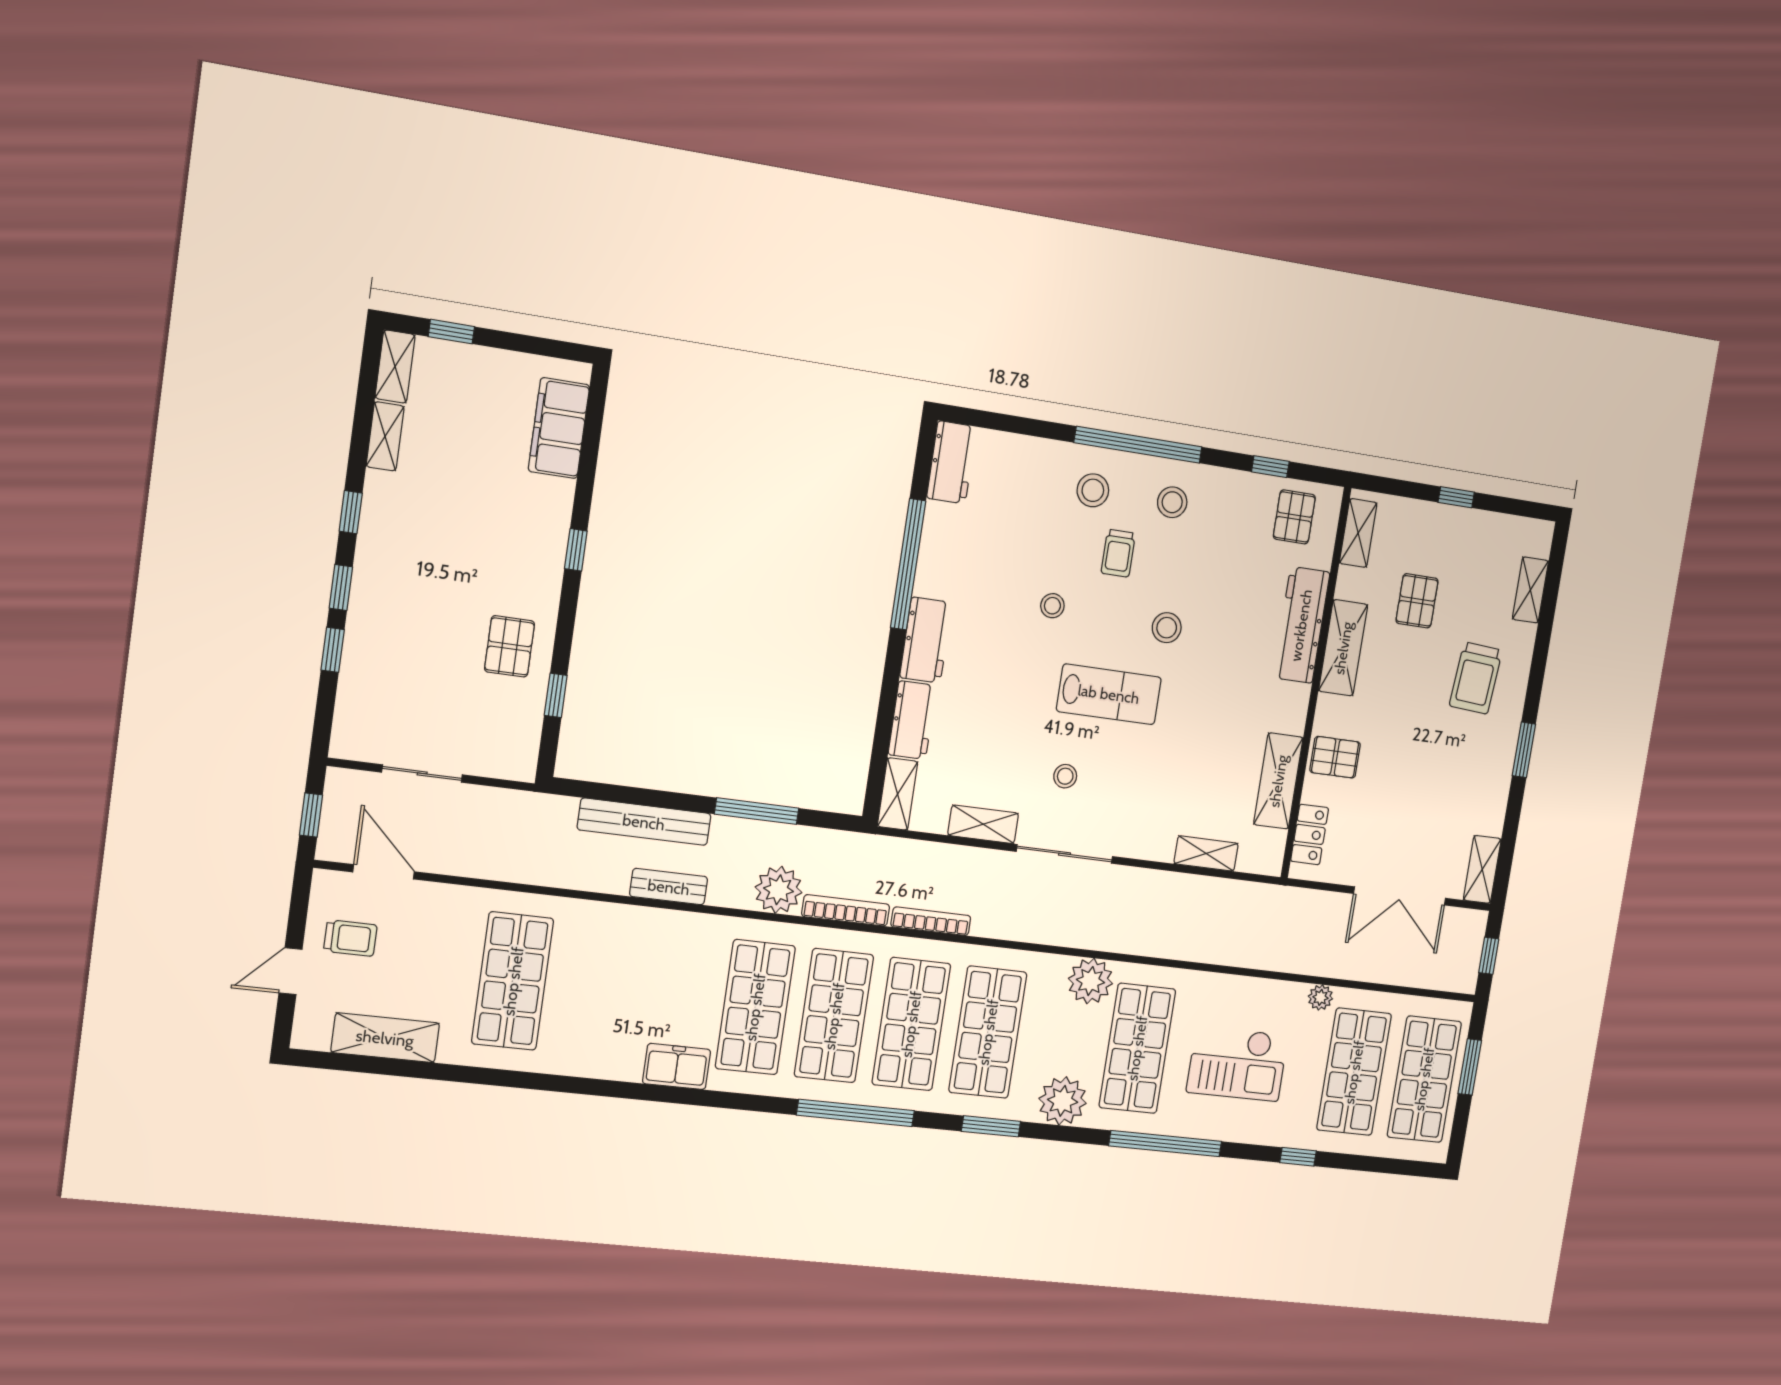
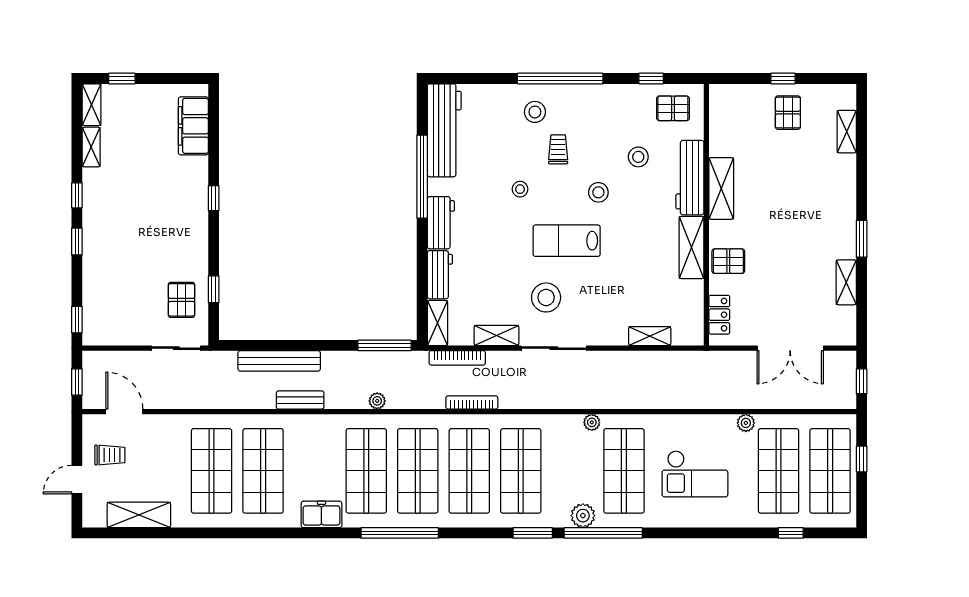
workbench: (952, 462) -> (444, 130), width x1.88, depth x1.32
stool: (1172, 502) -> (638, 157), moved
pallet: (1294, 517) -> (673, 108), turned 90
shelving: (1358, 533) -> (719, 112), removed
trolley: (1118, 553) -> (558, 149), turned 180
pallet: (1417, 601) -> (788, 113), moved
pallet: (510, 646) -> (182, 300), moved
window: (333, 650) -> (77, 320), moved
trolley: (1476, 678) -> (818, 195), removed
lab bench: (1109, 694) -> (567, 241), turned 180
sliding door: (422, 773) -> (176, 348), moved
stool: (1065, 776) -> (546, 297), width x1.89, depth x1.89
shelving: (1278, 781) -> (691, 248), moved
window: (757, 811) -> (385, 345), moved
shelving: (1482, 869) -> (846, 282), moved
plant: (779, 890) -> (377, 401), width x0.53, depth x0.53
bookcase: (846, 910) -> (457, 358), moved, turned 180
plant: (1090, 981) -> (592, 422), width x0.53, depth x0.53
shop shelf: (595, 990) -> (263, 471), added
window: (1470, 1067) -> (862, 459), width x0.67
plant: (1063, 1101) -> (583, 516), width x0.73, depth x0.73
window: (856, 1113) -> (400, 533), moved
window: (1165, 1144) -> (603, 533), moved
window: (1298, 1157) -> (791, 533), moved

